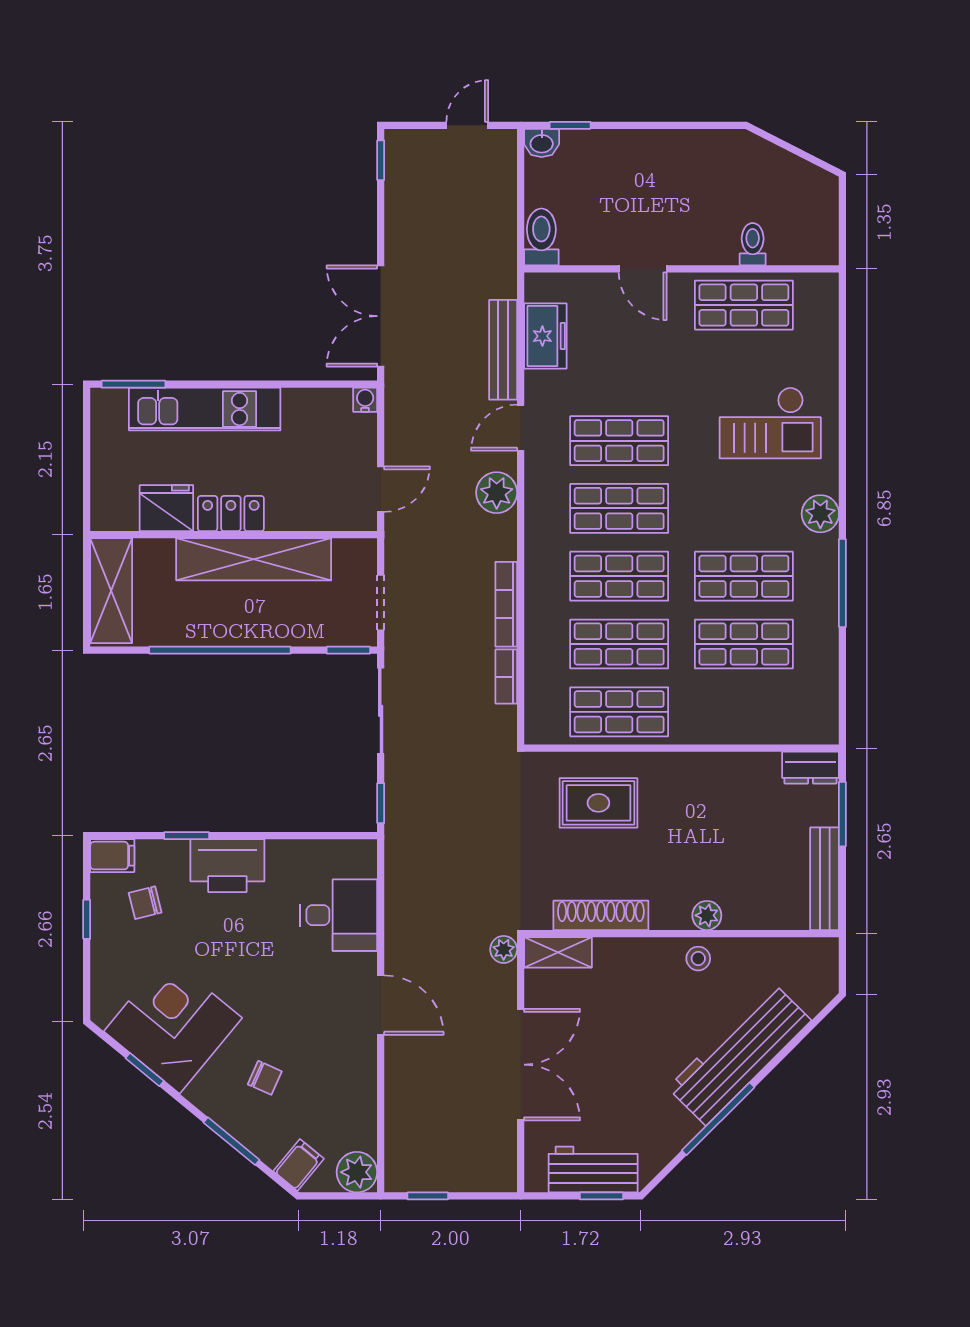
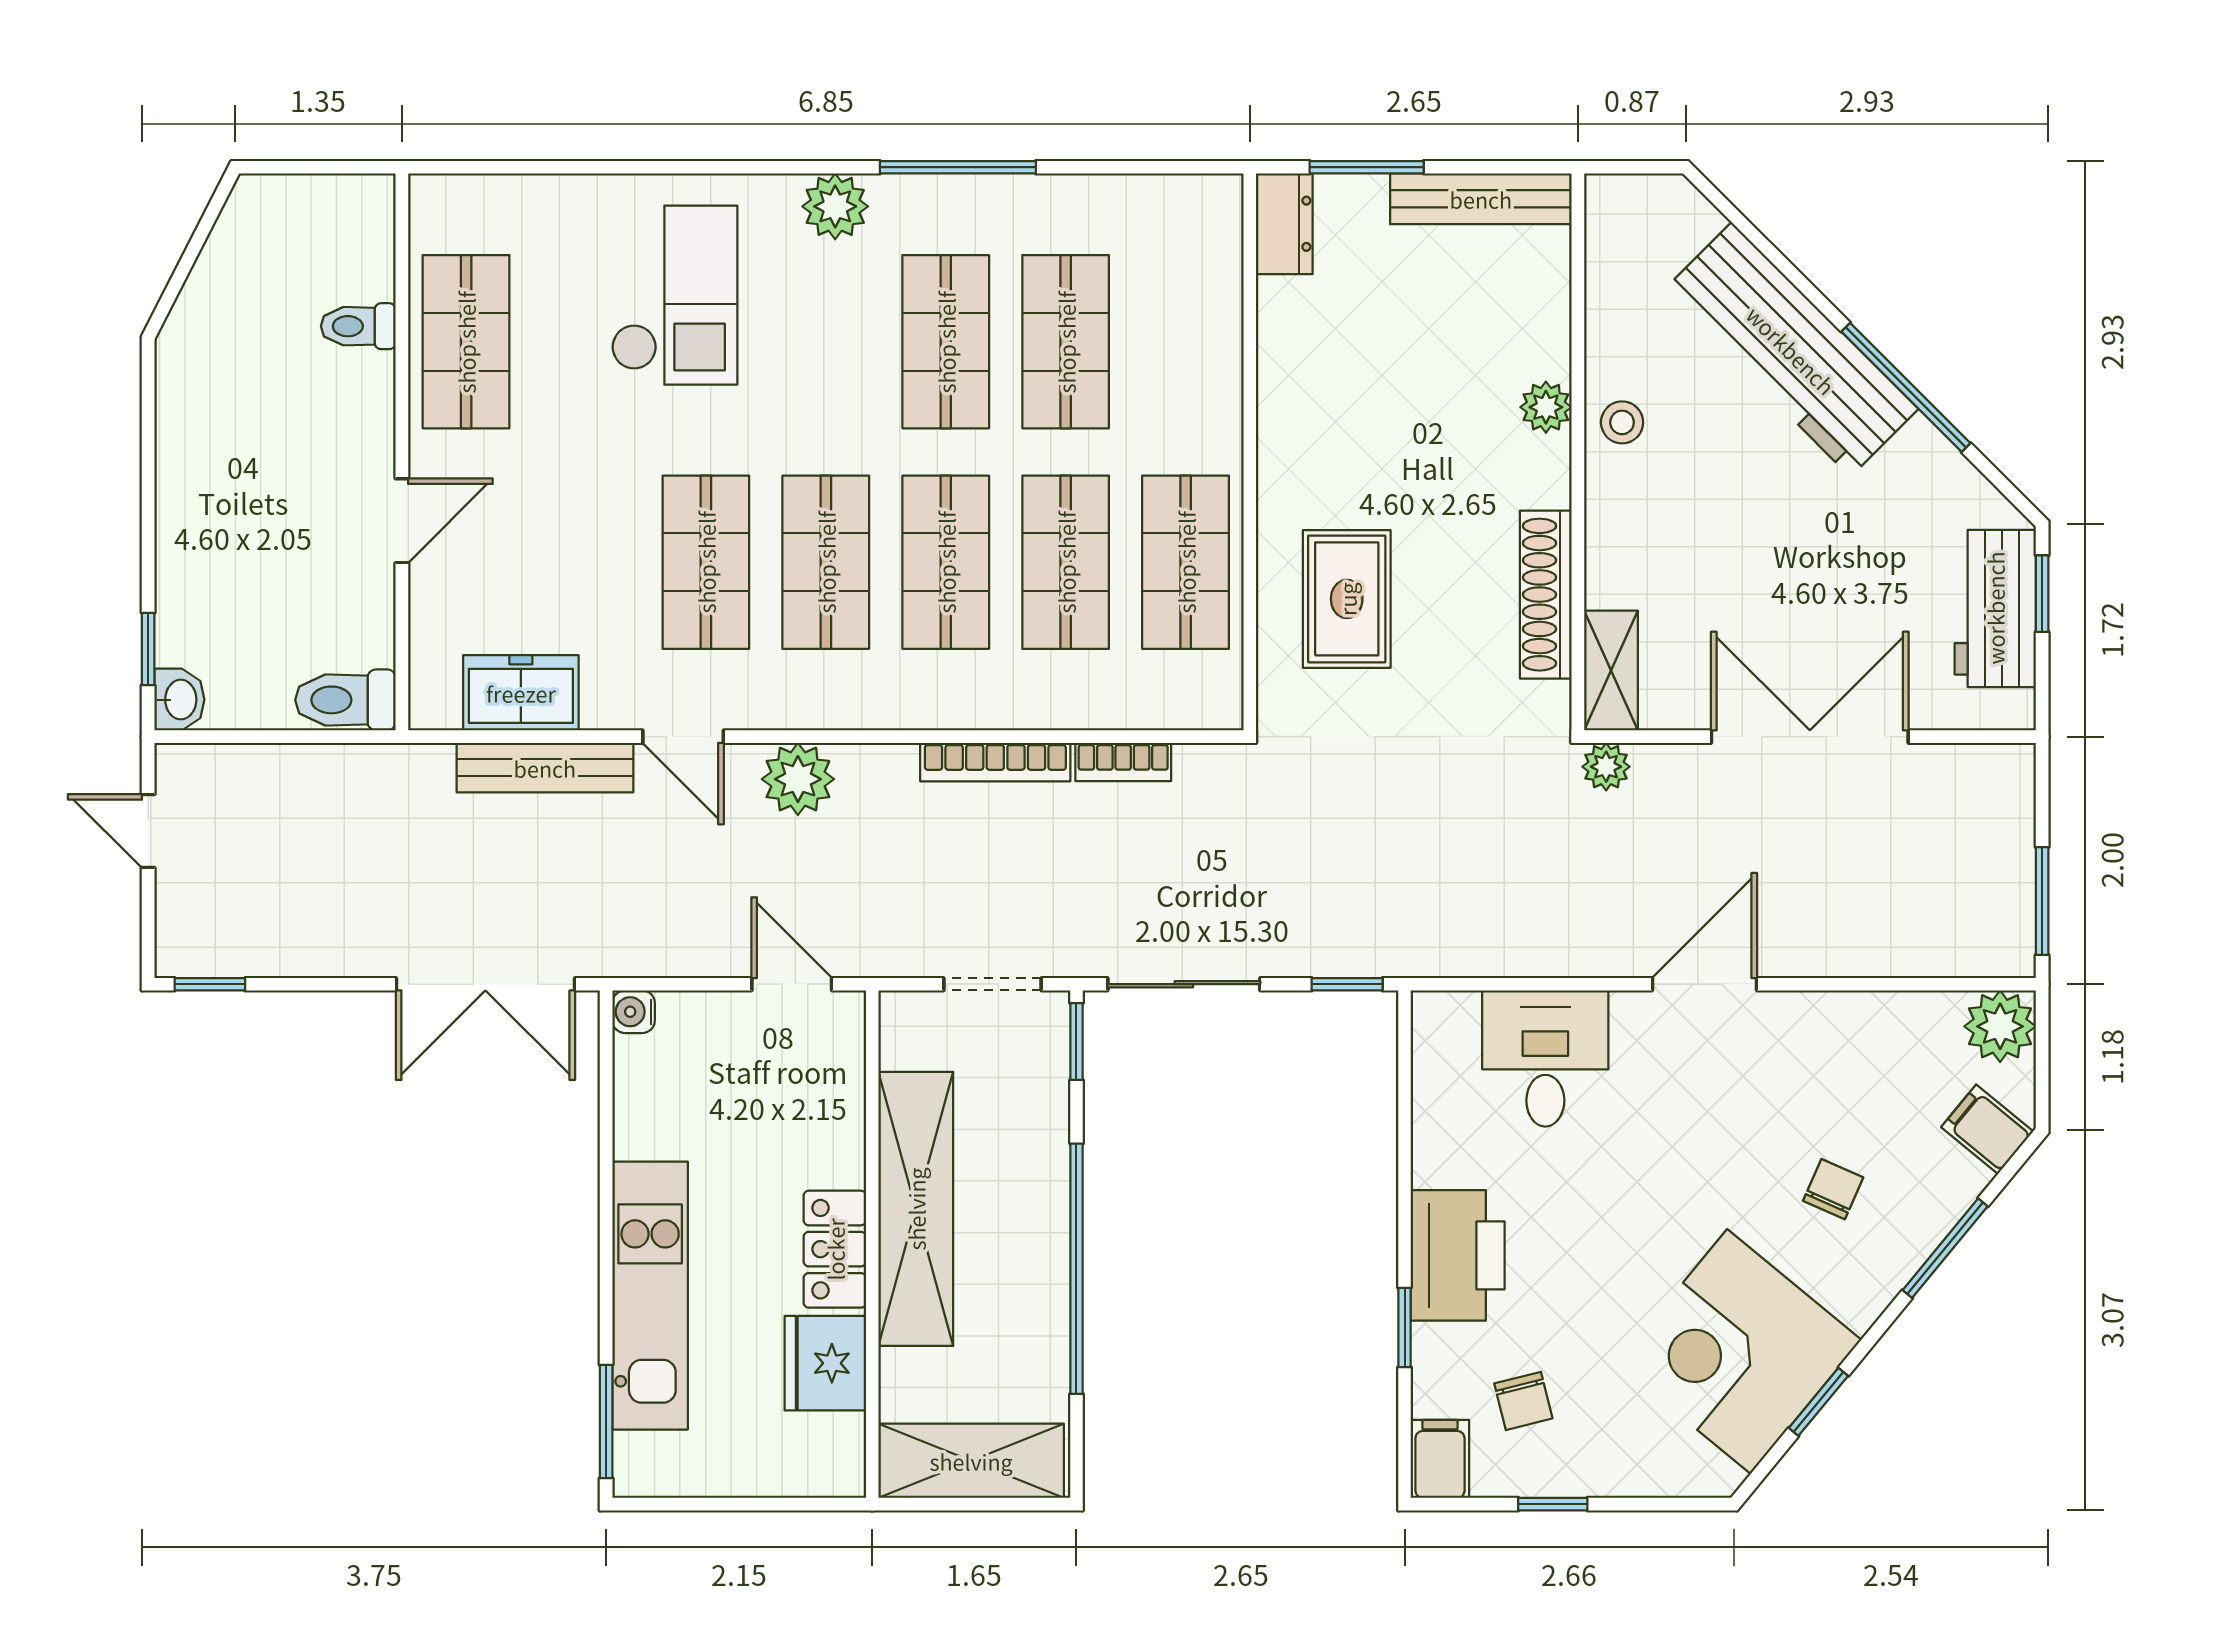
window: (428, 1196) -> (2042, 901), width x1.50

